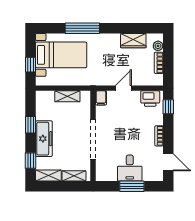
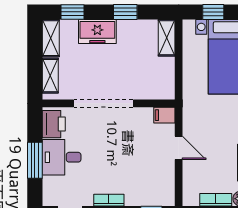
shelving: (67, 96) -> (167, 38), moved
printer: (150, 98) -> (54, 124), moved, turned 180
freezer: (44, 139) -> (97, 32), width x0.71

